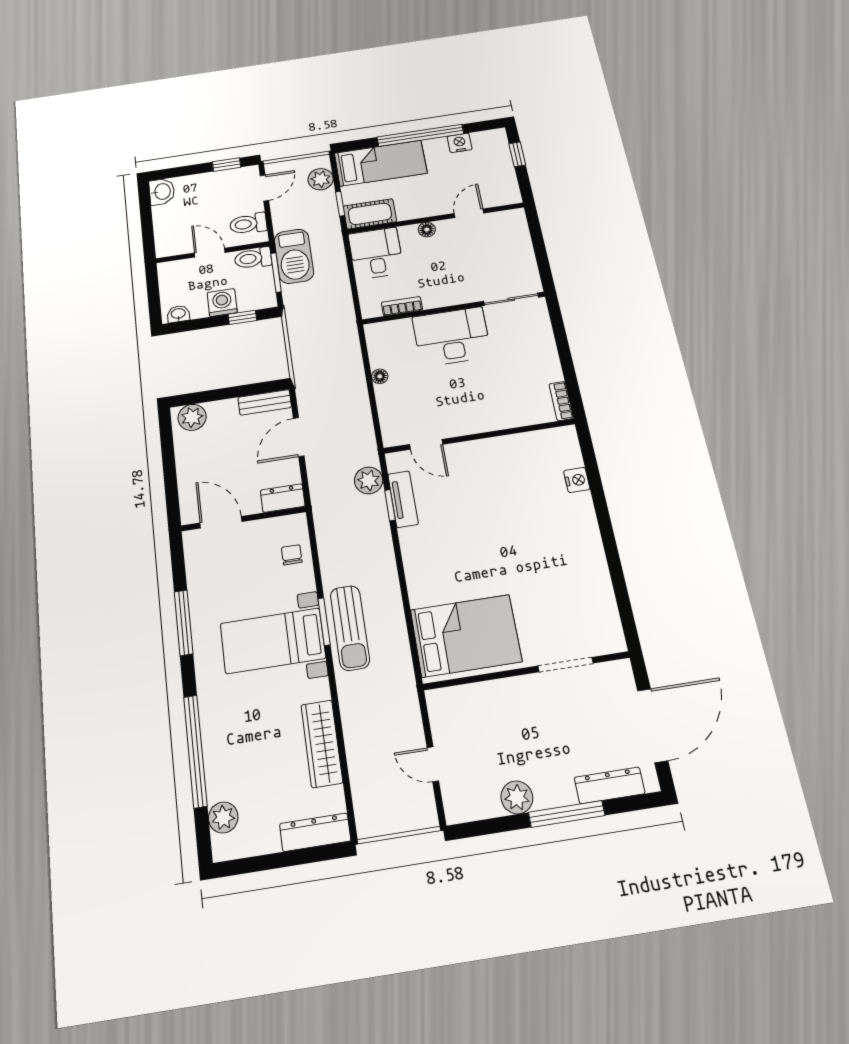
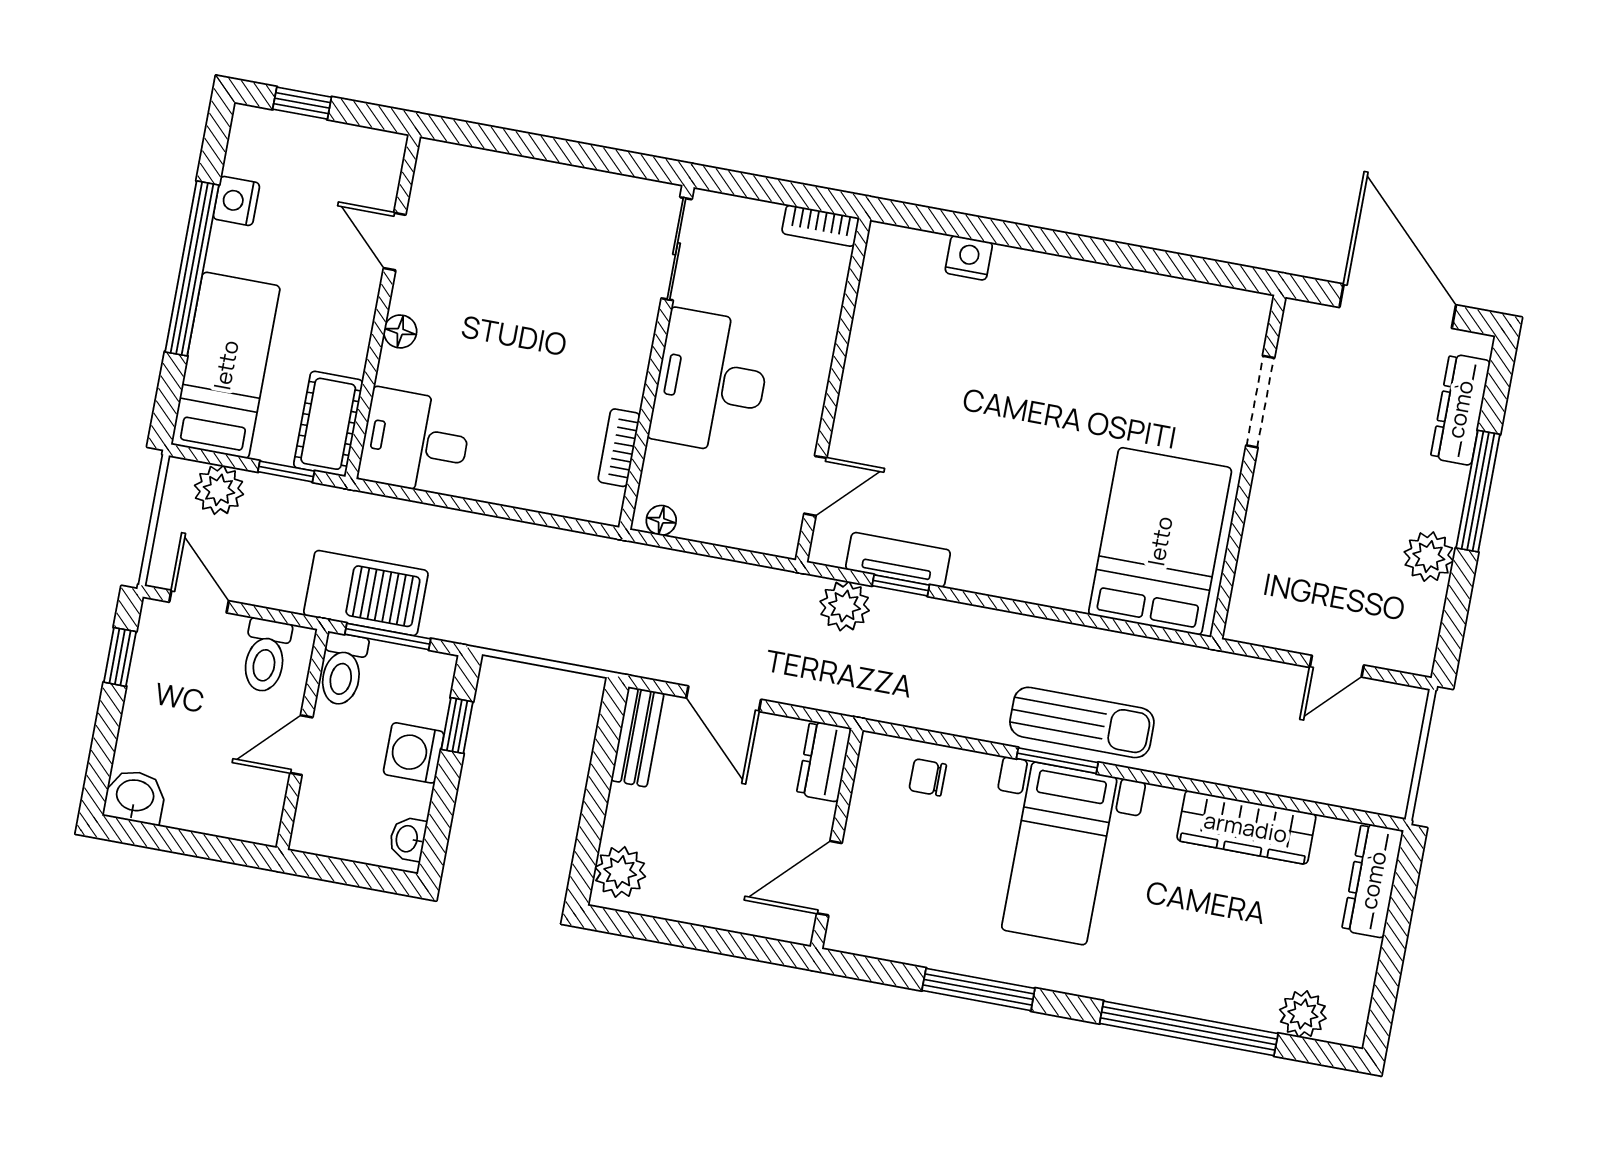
sliding door: (511, 299) -> (677, 249), moved
bookcase: (402, 306) -> (619, 448), moved
wall: (454, 308) -> (656, 357), moved
desk: (452, 337) -> (711, 382), moved

